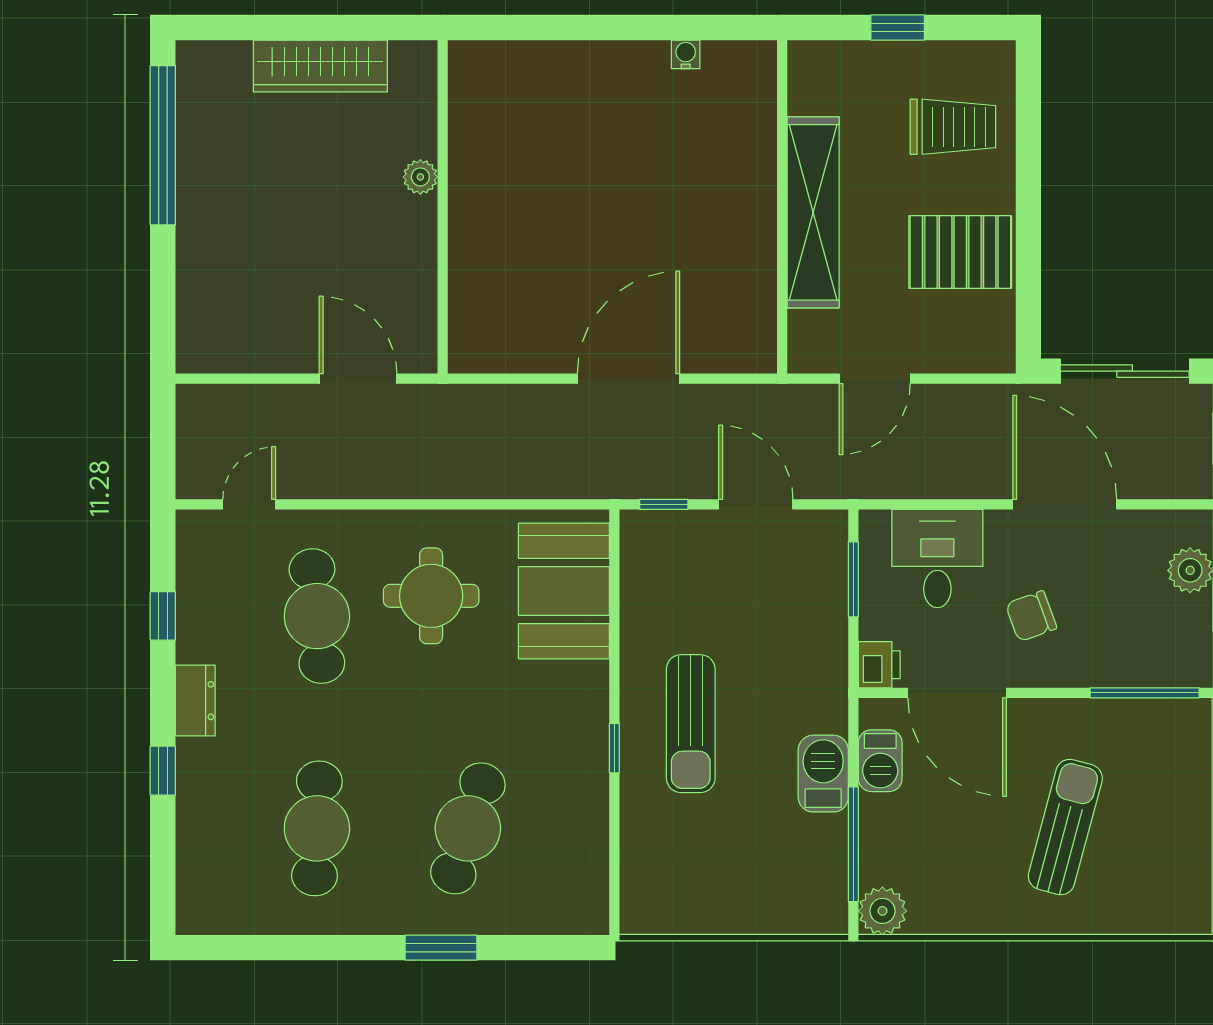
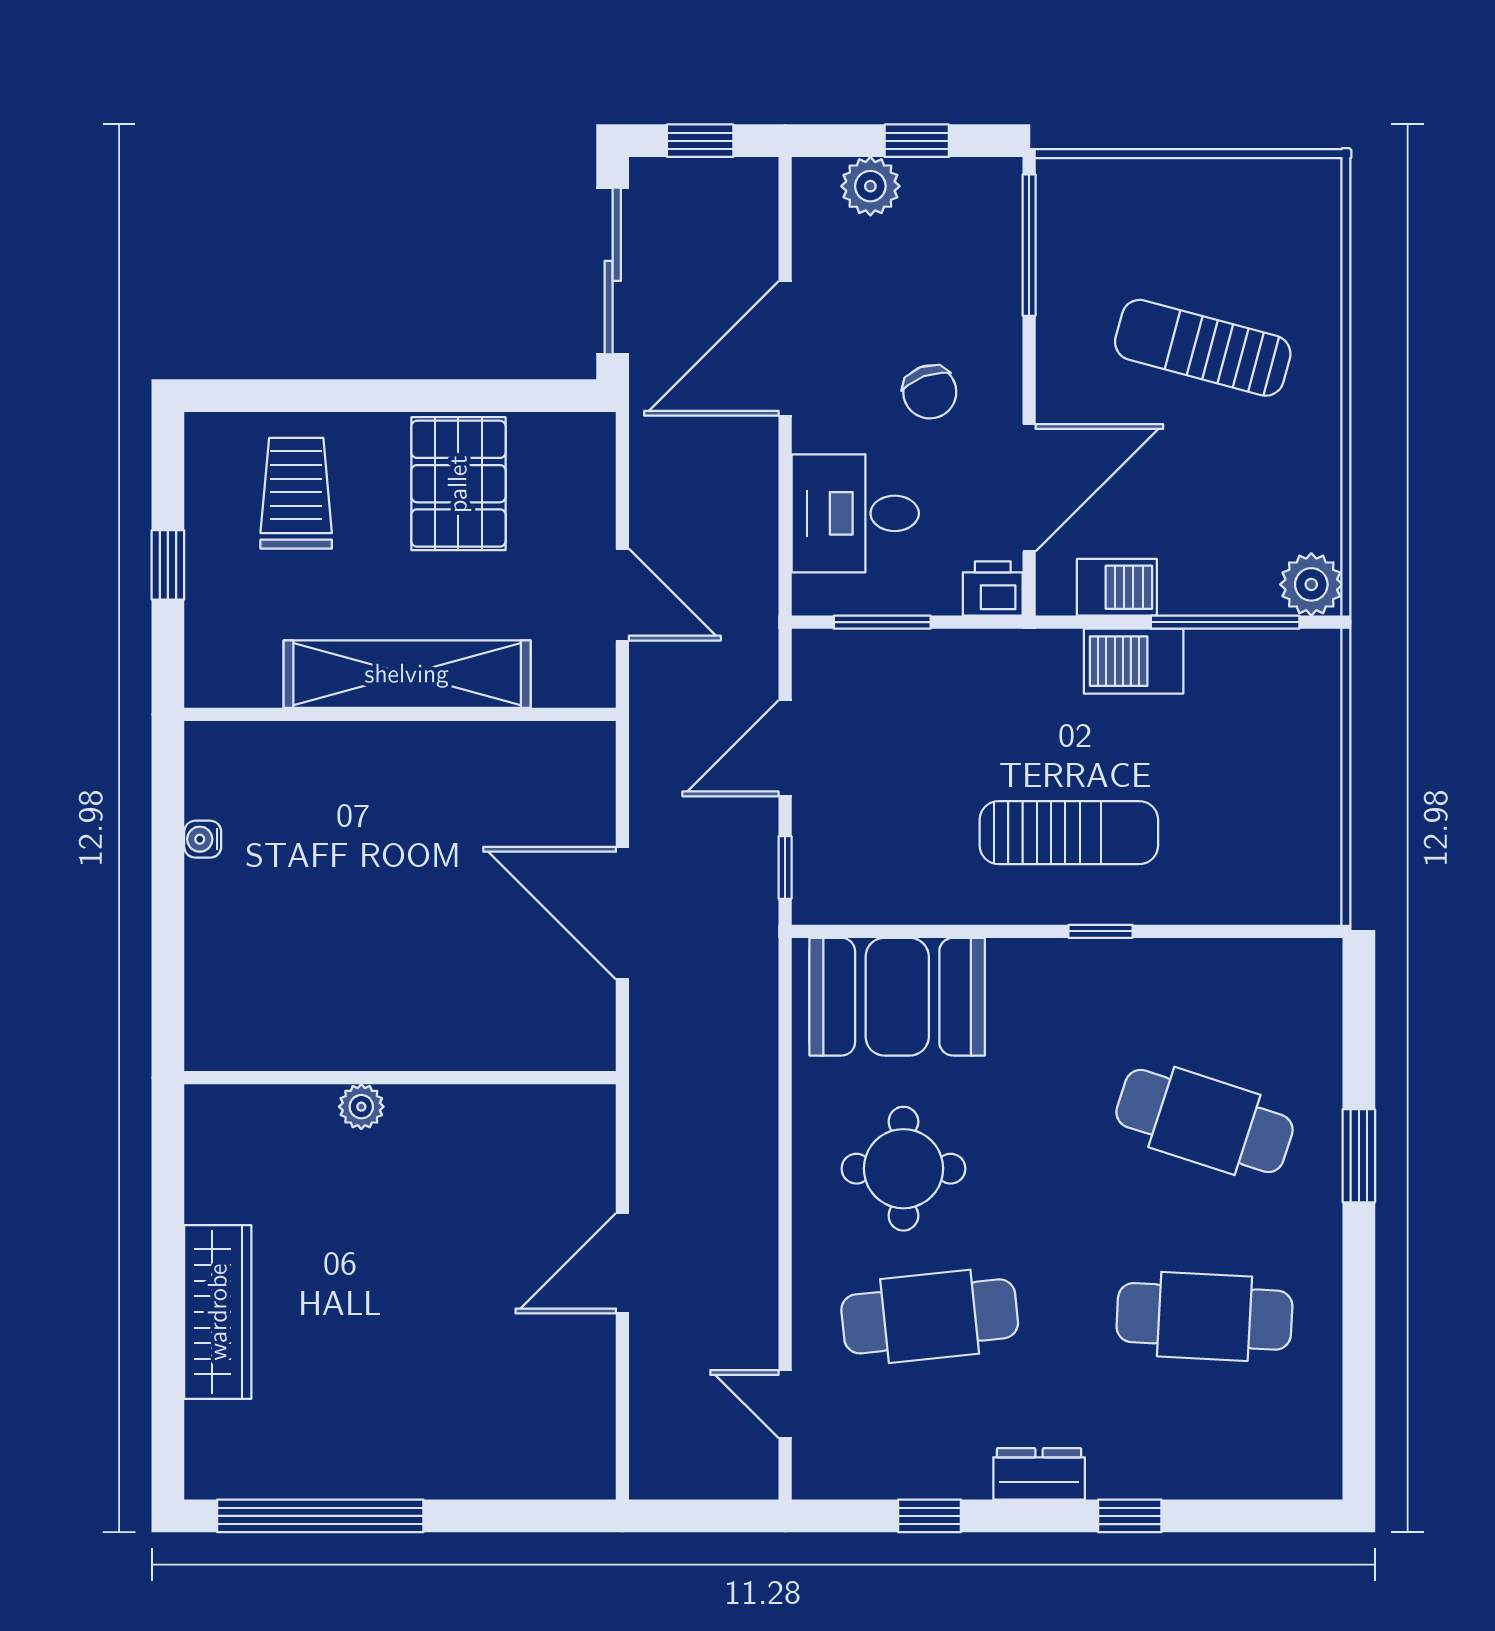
plant: (420, 177) -> (361, 1107), moved
wall: (443, 207) -> (400, 1078), moved

